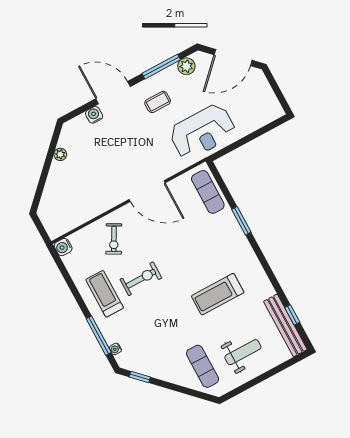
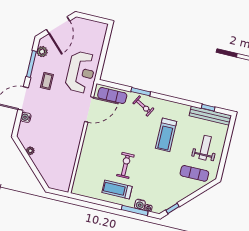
door: (147, 191) -> (89, 109), moved
exercise bike: (114, 239) -> (143, 106), moved
water cooler: (63, 247) -> (140, 204), moved

